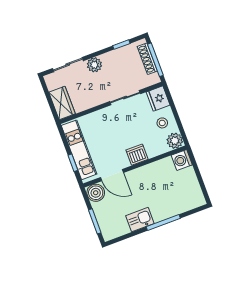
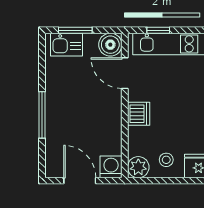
door: (112, 175) -> (125, 73), hinge flipped
door: (200, 178) -> (80, 181), added
kitchen sink: (140, 220) -> (67, 45), moved, turned 90

